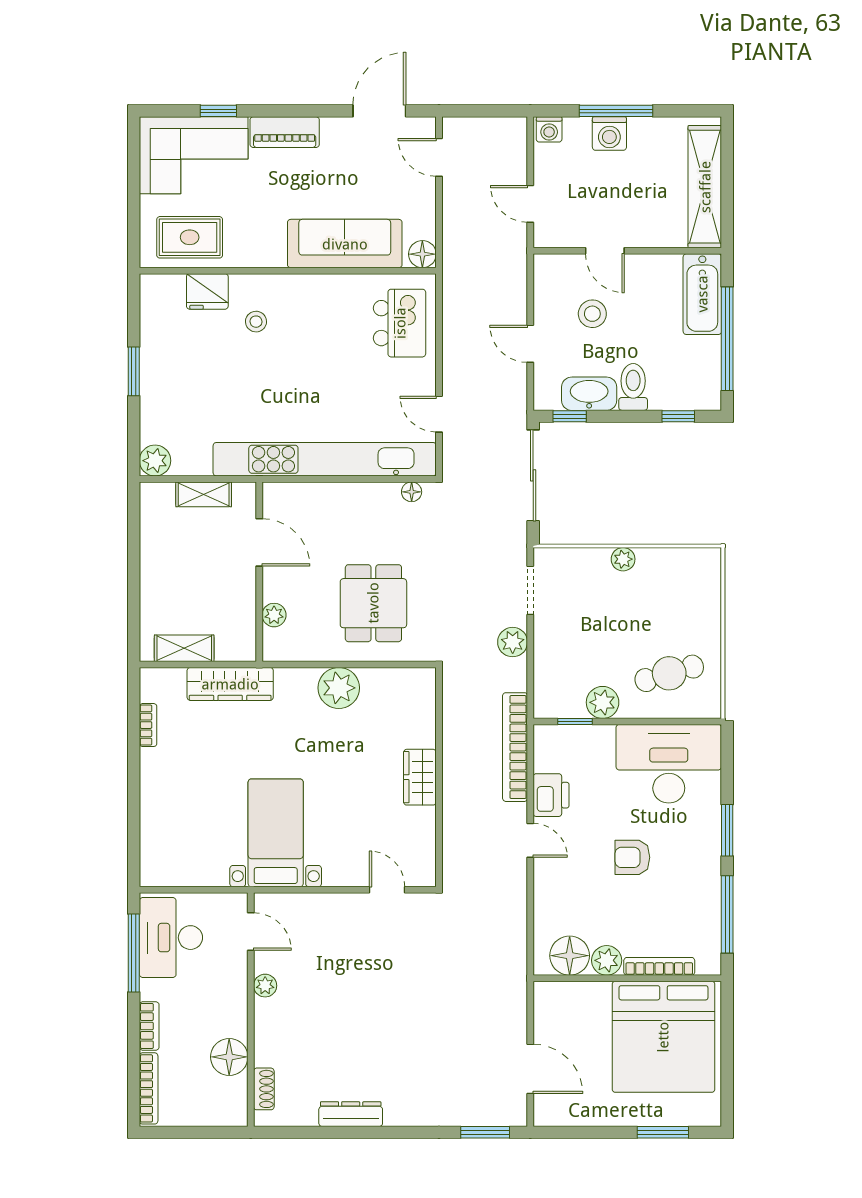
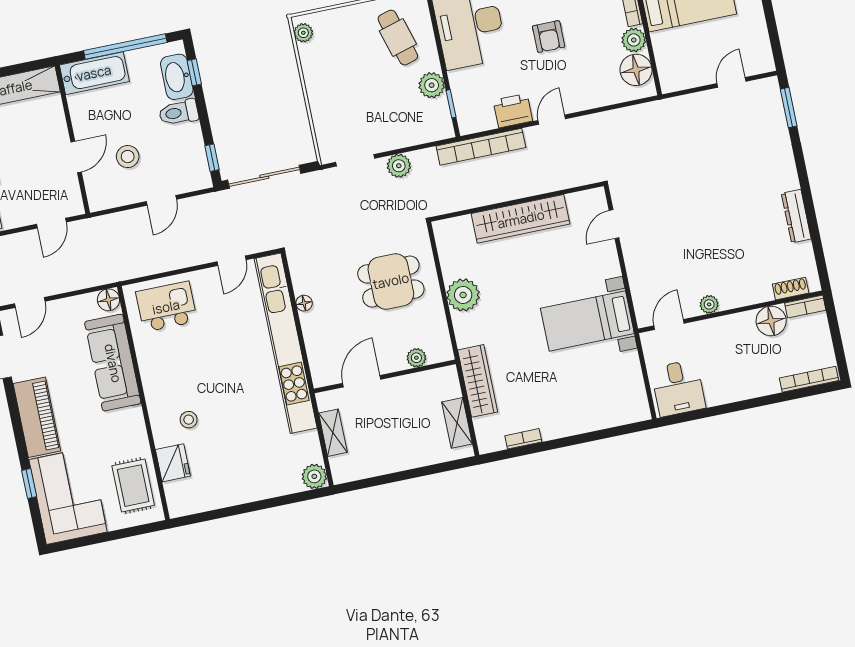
piano: (285, 132) -> (37, 417), width x1.37, depth x1.33
window: (134, 371) -> (248, 508), removed
washbasin: (589, 394) -> (177, 77), moved
floor lamp: (412, 492) -> (304, 303), moved
plant: (623, 559) -> (303, 33), moved
wardrobe: (420, 777) -> (521, 219), width x2.10, depth x1.17
desk: (171, 938) -> (678, 388), width x0.73
window: (134, 953) -> (705, 413), removed
bookcase: (149, 1026) -> (805, 307), moved, turned 180
door: (530, 1069) -> (731, 82), width x0.73

